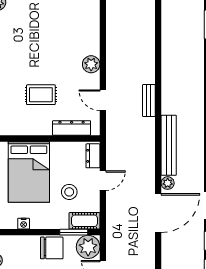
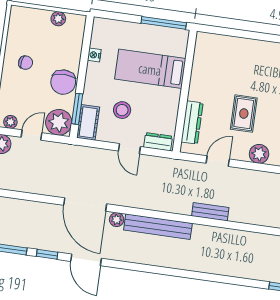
rug: (41, 95) -> (244, 114), moved
bed: (29, 172) -> (150, 69), width x0.67

